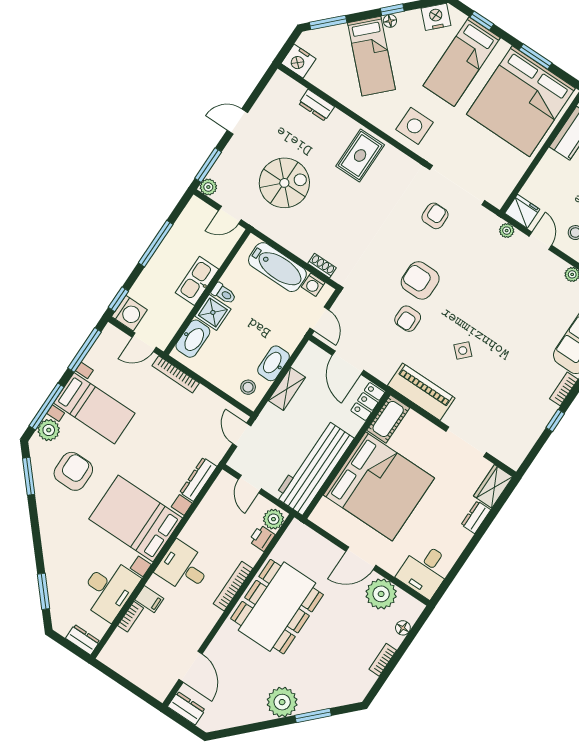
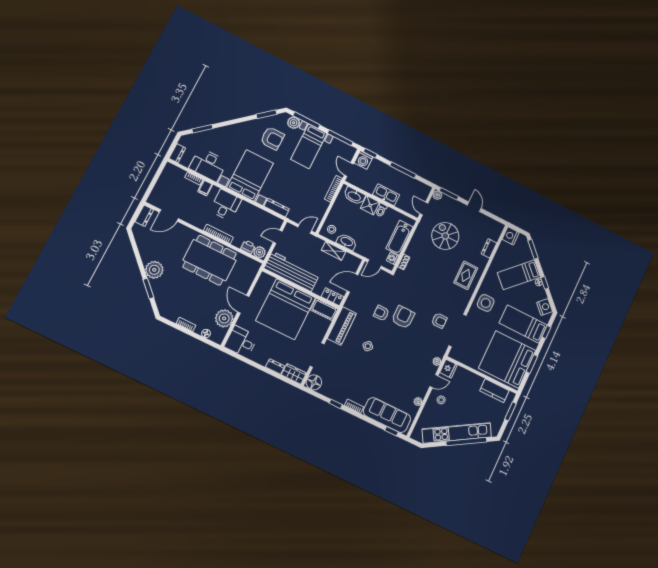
rug: (360, 155) -> (466, 275), turned 90
spiral stairs: (284, 183) -> (445, 236), turned 180
floor lamp: (513, 454) -> (314, 382), added

